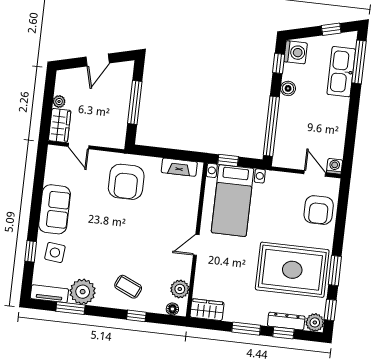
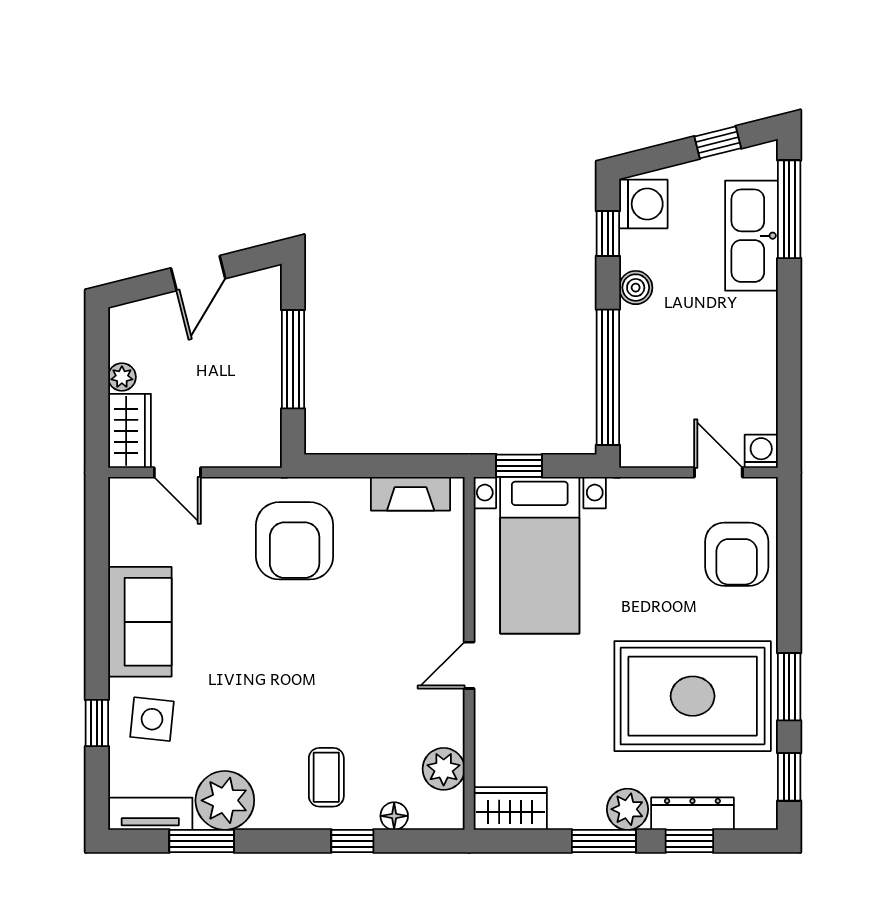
coffee table: (128, 287) -> (326, 777), turned 66
floor lamp: (172, 309) -> (394, 816), moved
plant: (315, 322) -> (628, 809), moved

